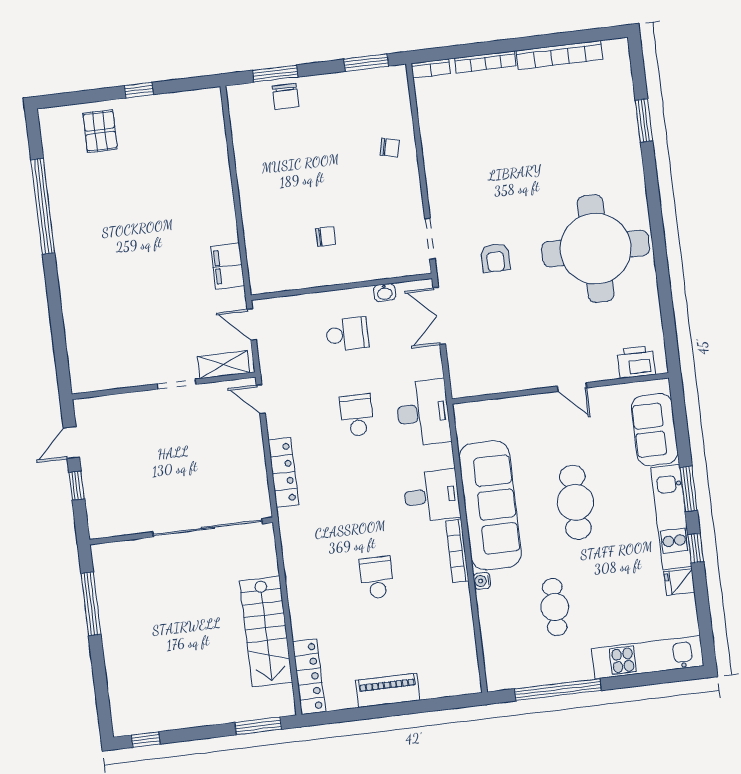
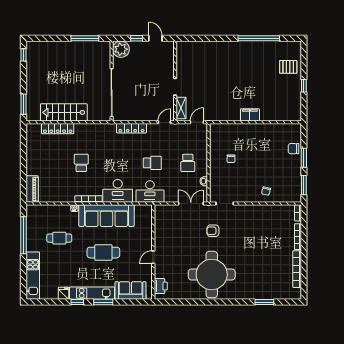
window: (275, 74) -> (304, 158), moved
filing cabinet: (228, 266) -> (250, 115), moved
desk: (432, 496) -> (118, 191), width x1.37
plant: (106, 518) -> (121, 49), added
school desk: (377, 578) -> (81, 163), turned -90
locker: (309, 677) -> (58, 129), moved
piano: (388, 690) -> (32, 189), moved

